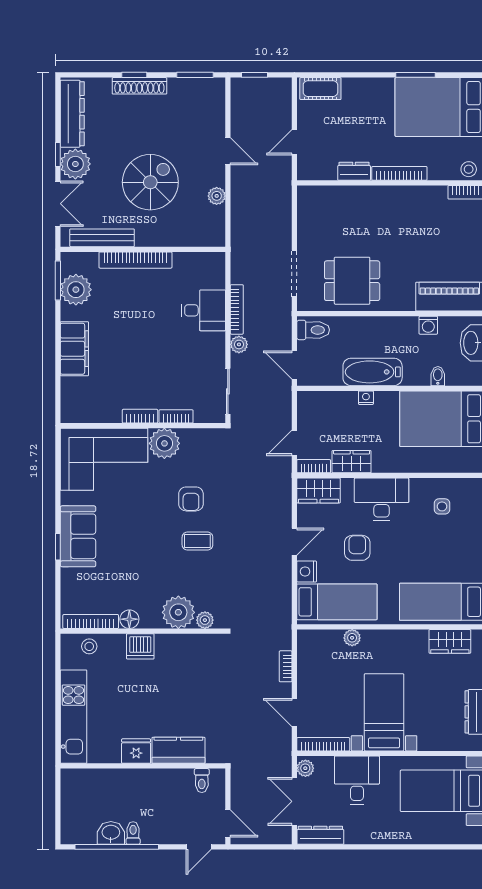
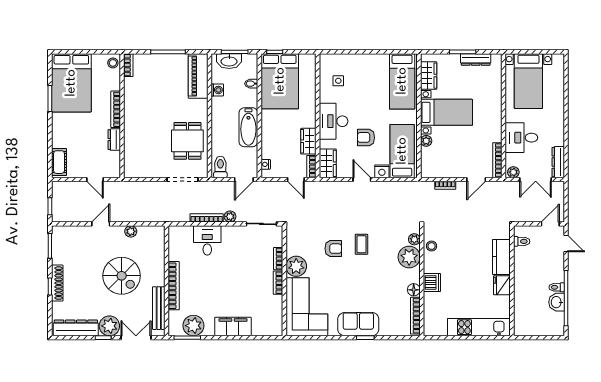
spiral stairs: (150, 182) -> (122, 276), turned 180
nightstand: (366, 398) -> (266, 164), moved
stool: (89, 646) -> (432, 246), moved
bed with nightstands: (384, 712) -> (446, 112), moved, turned 180

